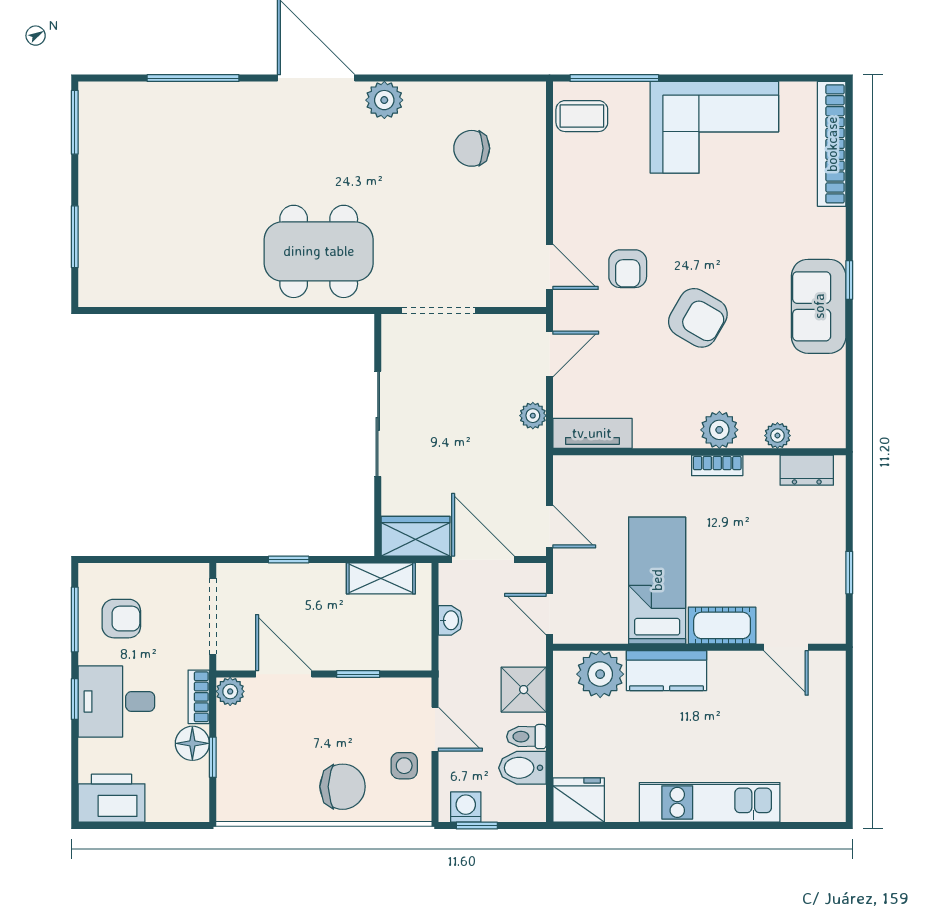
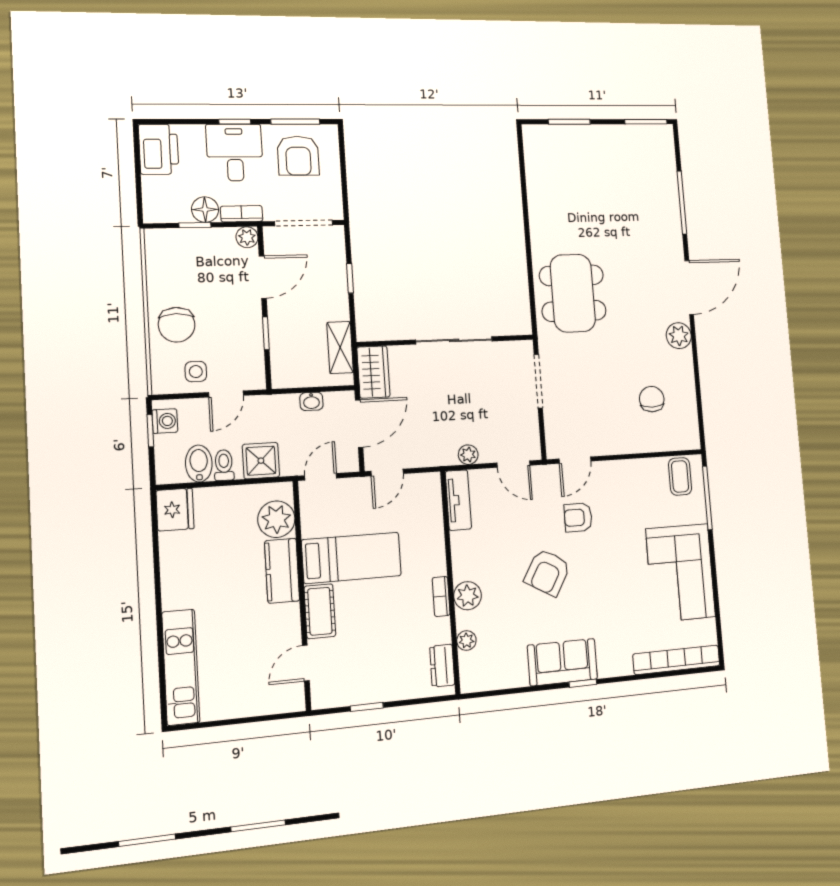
armchair: (121, 619) -> (298, 156), width x1.38, depth x1.38
kitchen unit: (710, 802) -> (181, 667), moved

